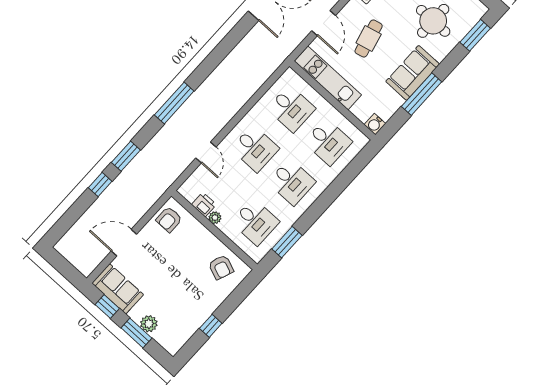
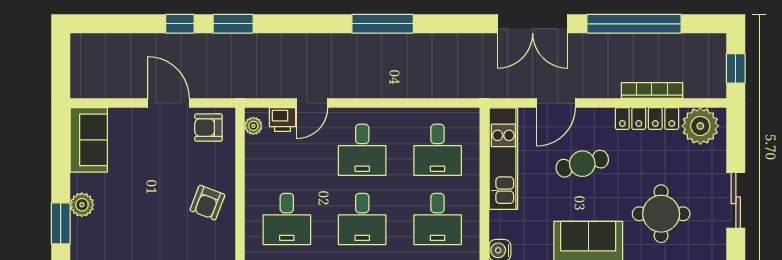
window: (174, 103) -> (383, 24), moved
printer: (204, 205) -> (282, 119), moved, turned 90
plant: (215, 218) -> (253, 126), moved
door: (124, 243) -> (168, 103), moved
armchair: (221, 267) -> (207, 203), moved
window: (107, 306) -> (61, 146), removed
window: (136, 333) -> (61, 223), moved

